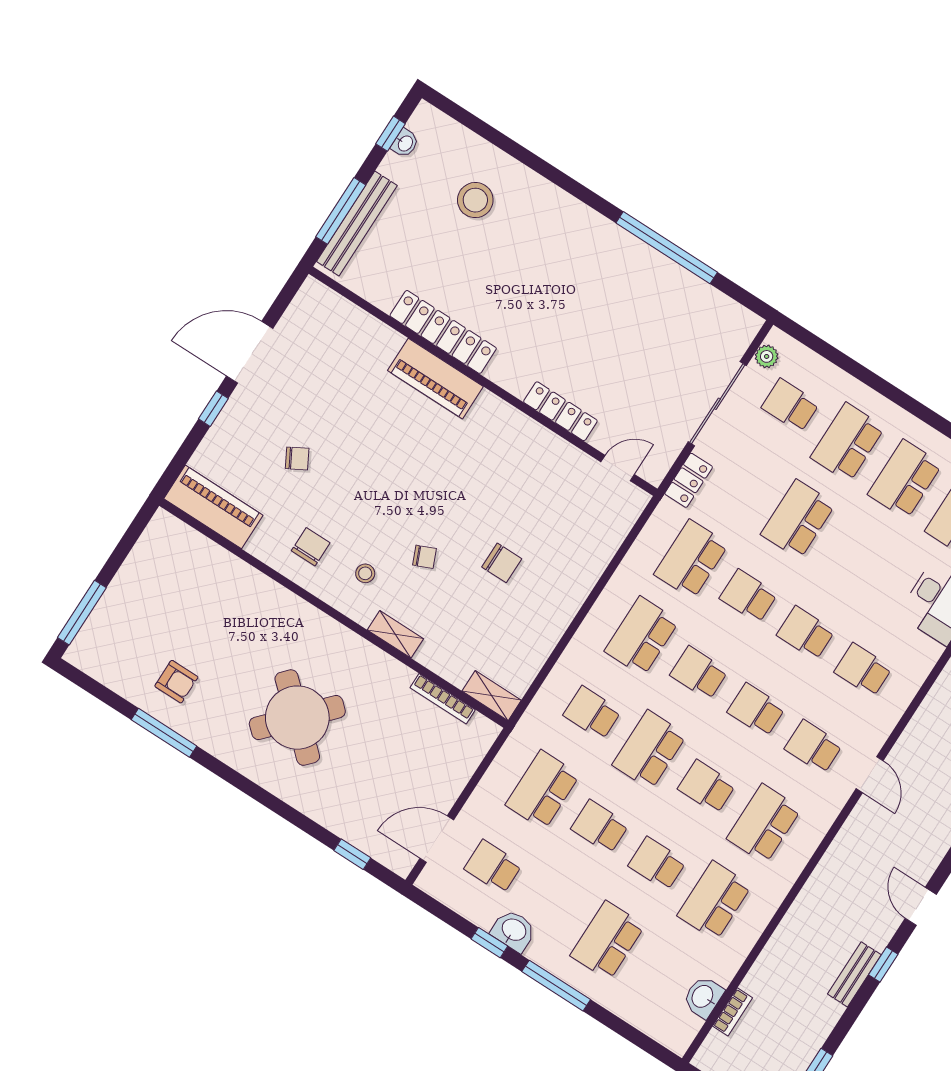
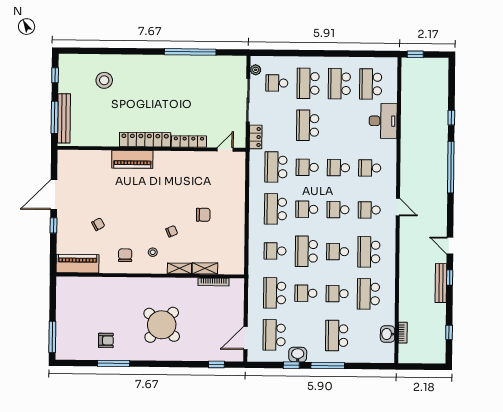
washbasin: (405, 143) -> (63, 75), removed
locker: (443, 332) -> (145, 140), moved
shelving: (492, 696) -> (205, 268), moved
school desk: (493, 867) -> (274, 335), width x1.85
bench: (854, 974) -> (441, 283), width x1.36

